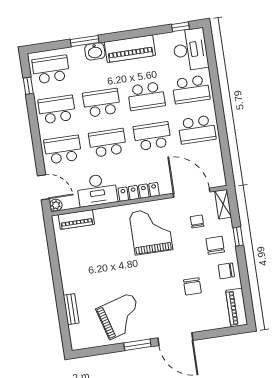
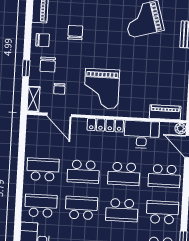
school desk: (57, 110) -> (162, 212), turned 180
door: (192, 193) -> (59, 115), width x0.73

